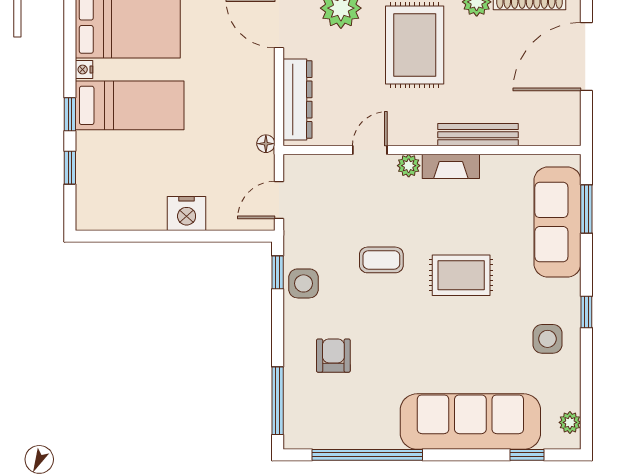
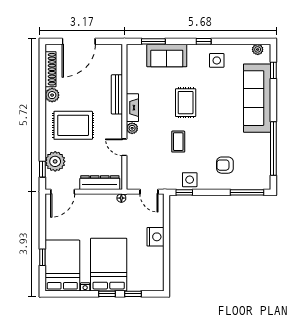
door: (586, 56) -> (79, 41), hinge flipped
bed: (130, 105) -> (109, 265), width x1.50
sofa: (557, 222) -> (167, 56), width x0.73

